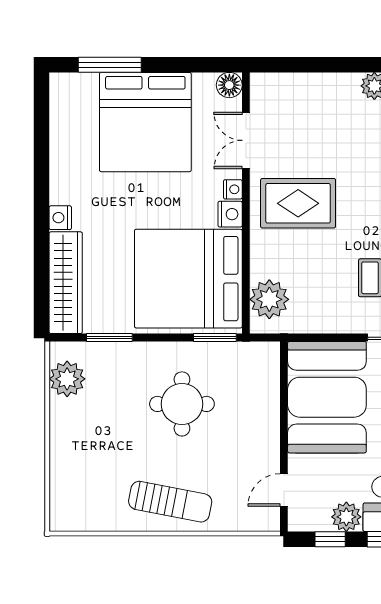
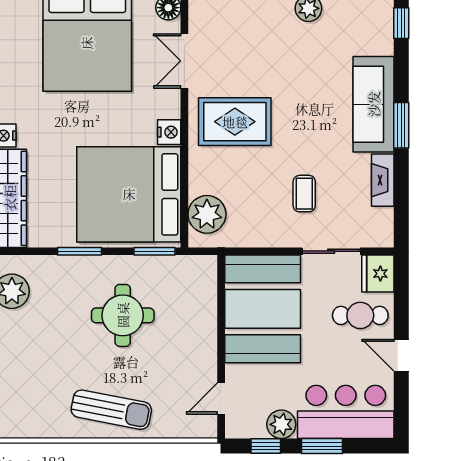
nightstand: (233, 189) -> (172, 108), removed
window: (109, 337) -> (79, 251), moved

